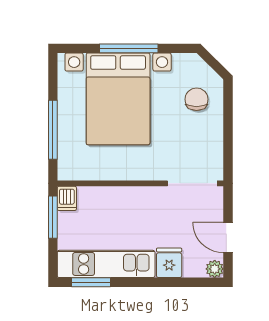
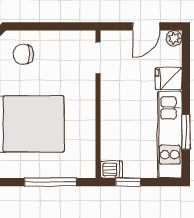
doorway: (192, 183) -> (98, 58), width x0.73
window: (53, 217) -> (128, 182), width x0.67
window: (91, 282) -> (186, 132), moved

